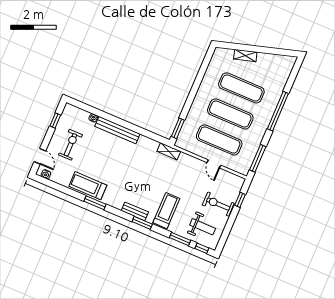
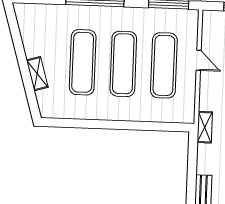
window: (178, 128) -> (170, 127), removed
door: (214, 164) -> (199, 60), hinge flipped

